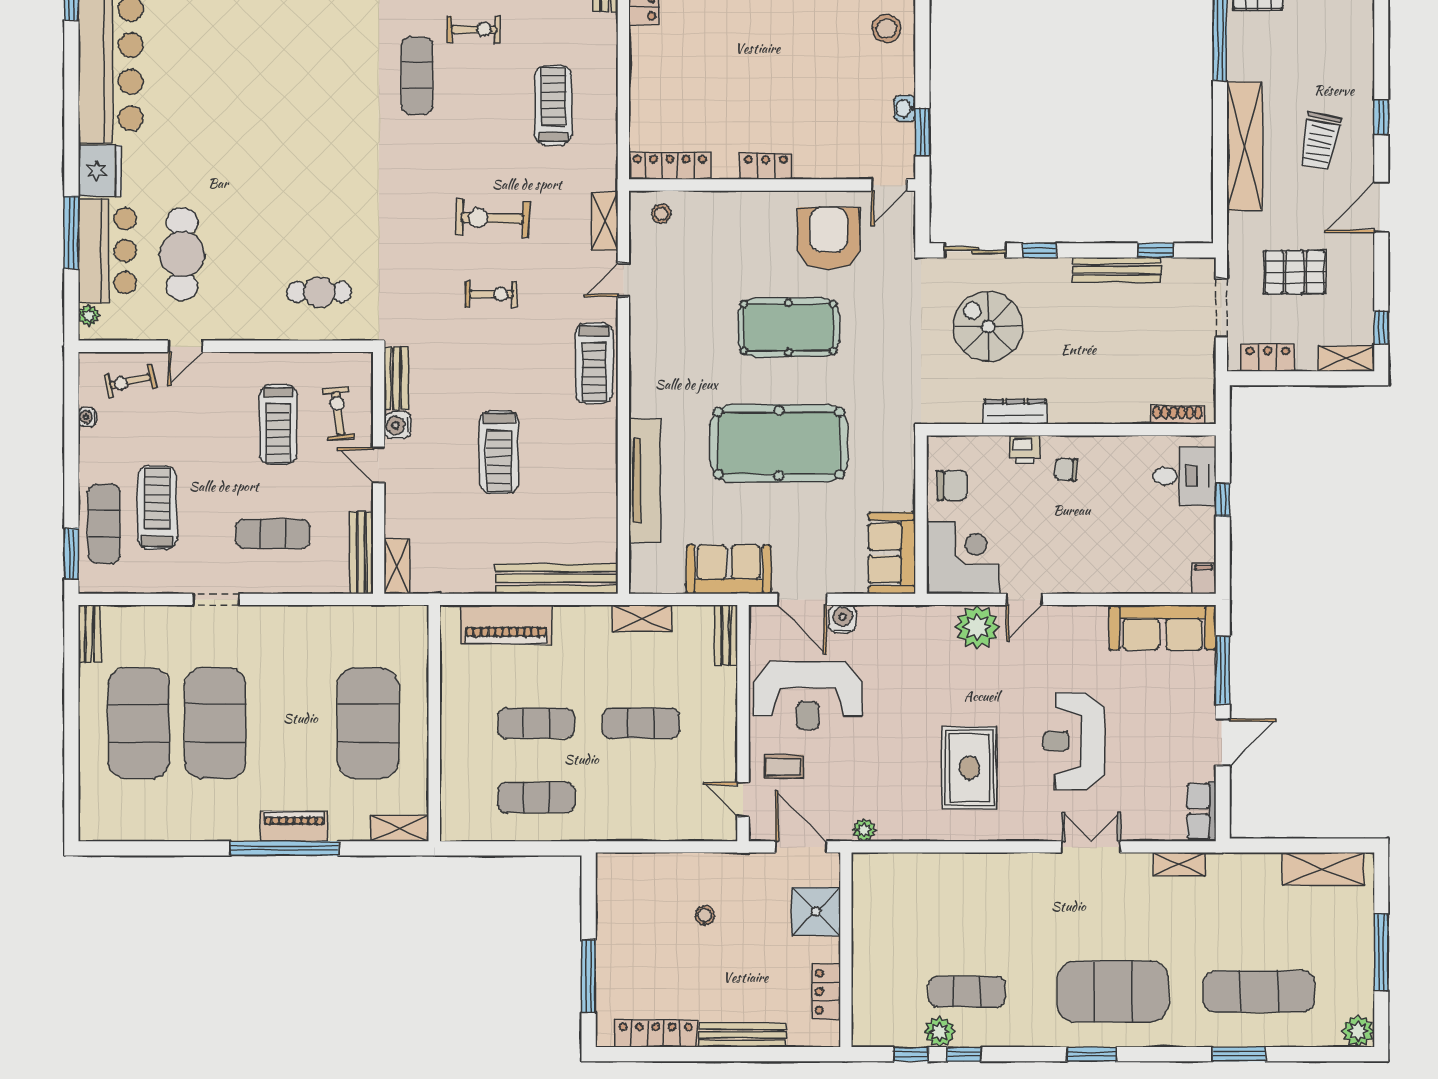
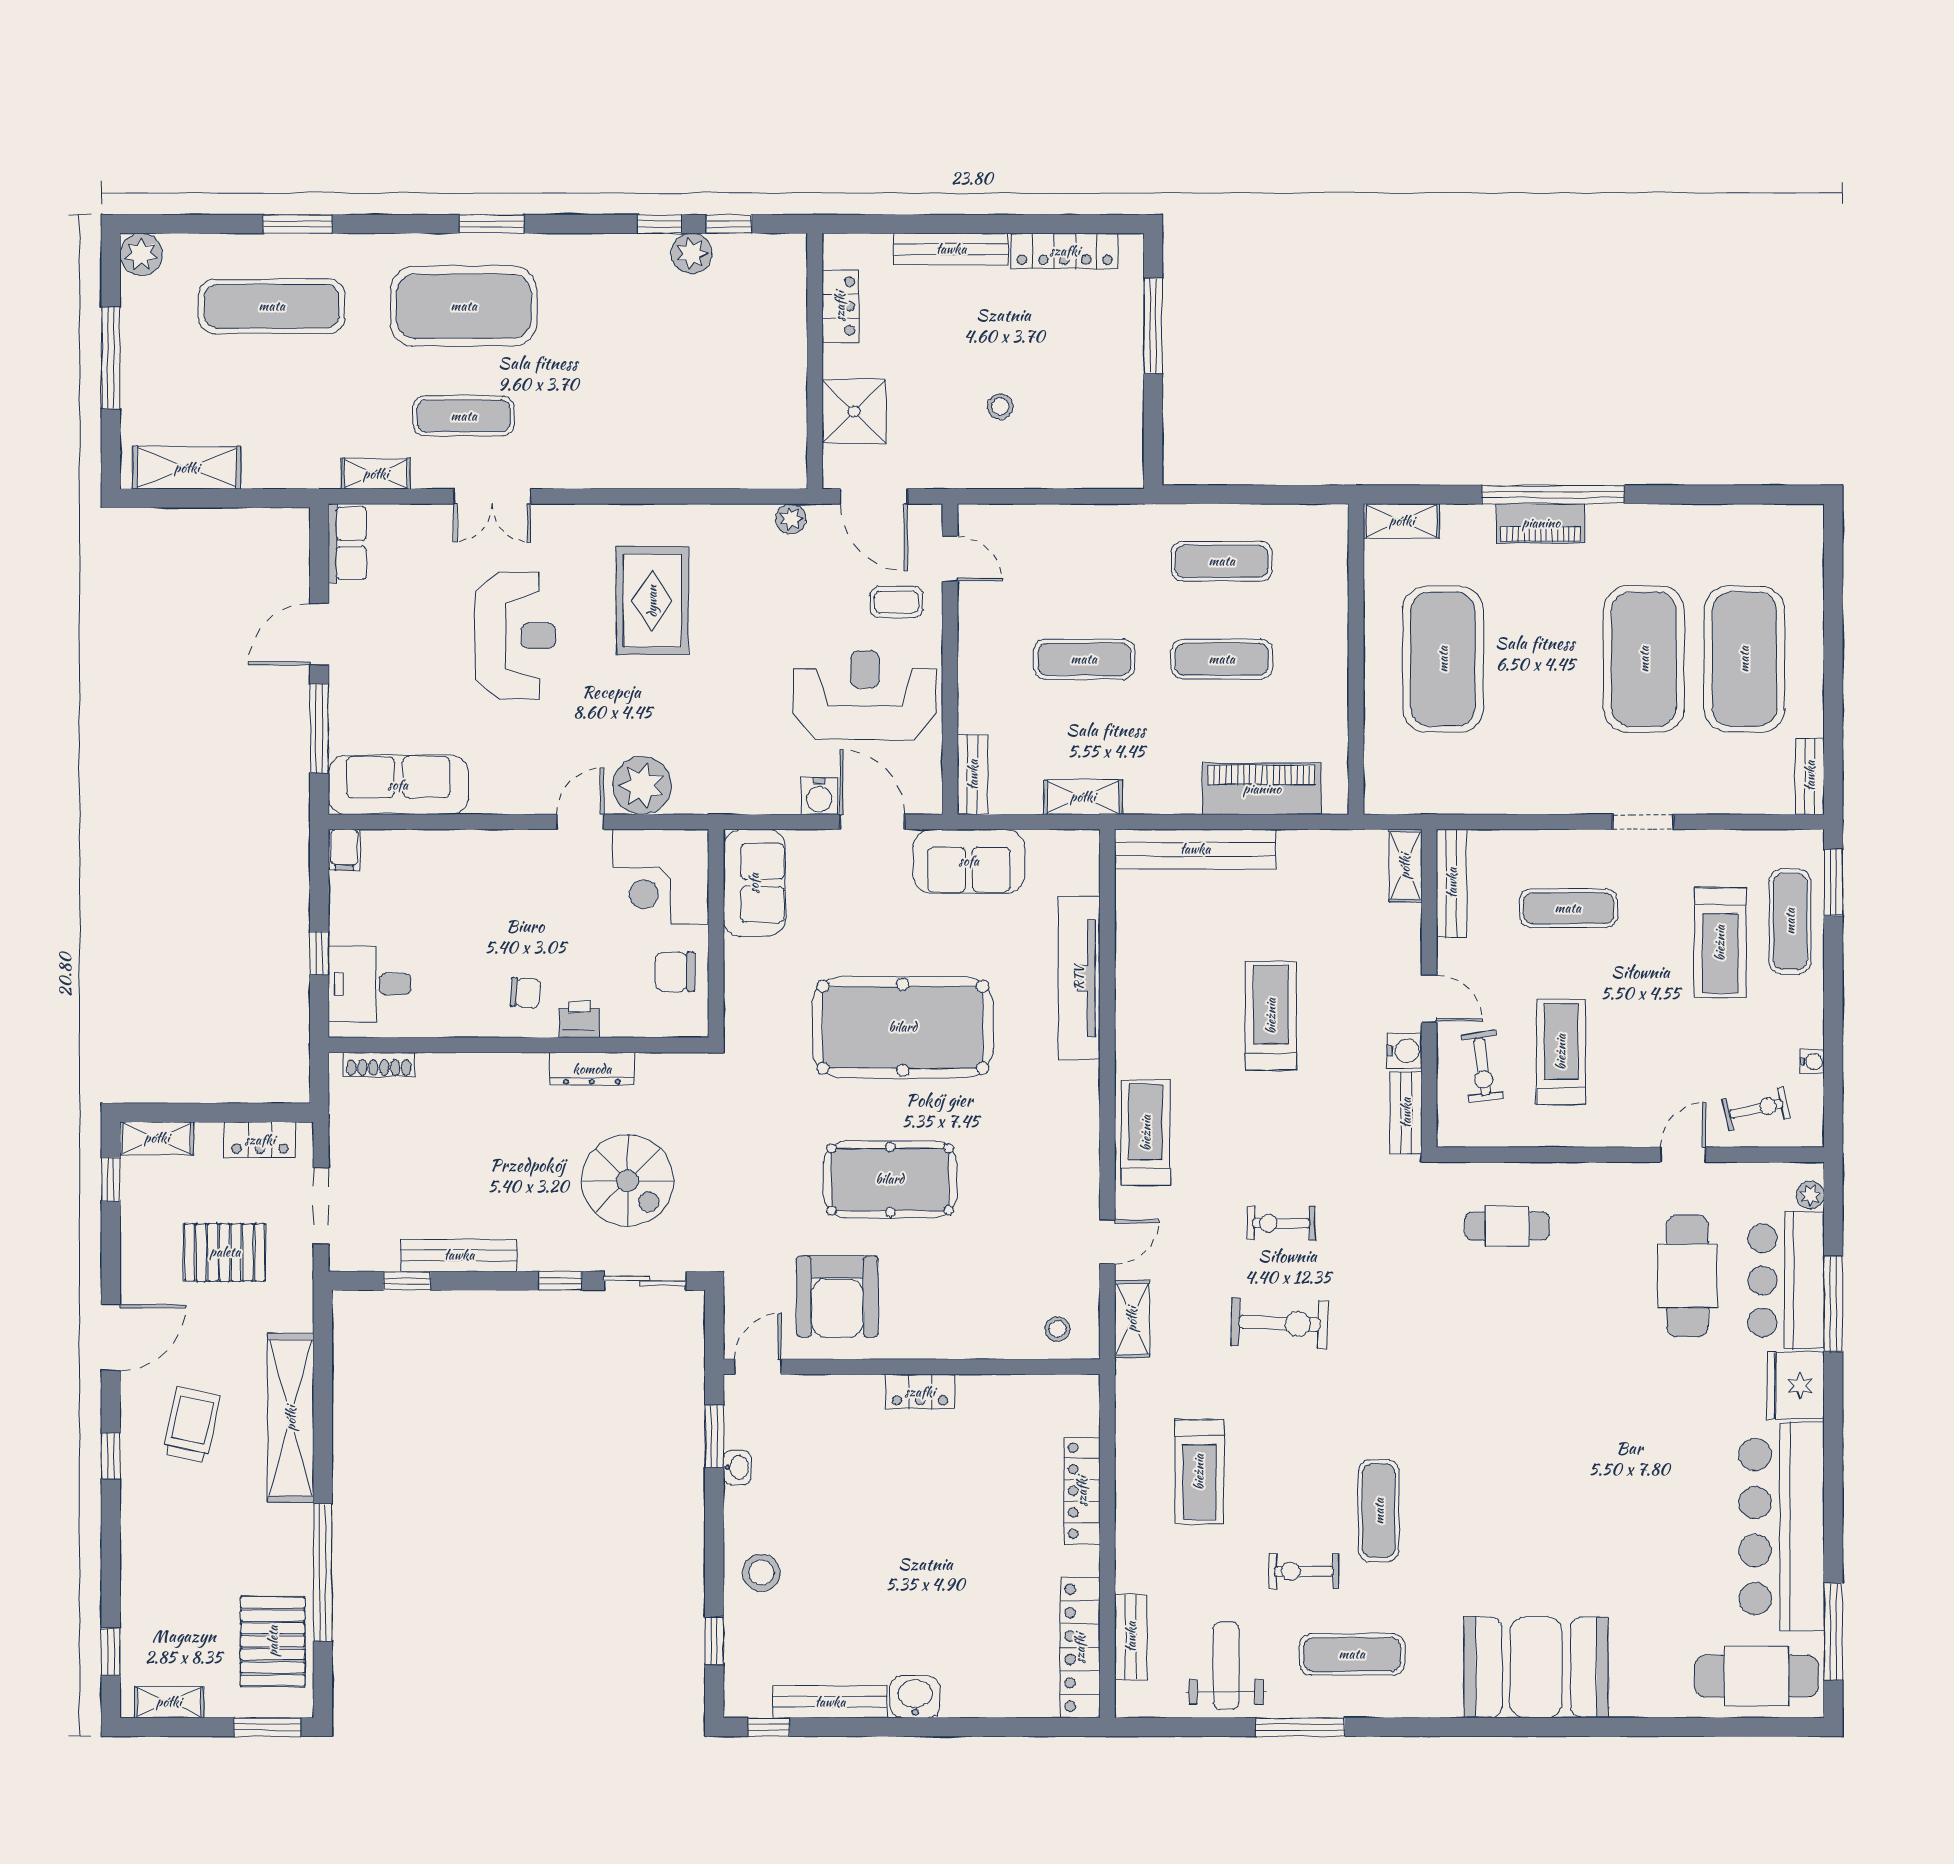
locker: (670, 166) -> (1082, 1491), moved, turned 90
exercise mat: (967, 992) -> (464, 416), moved

